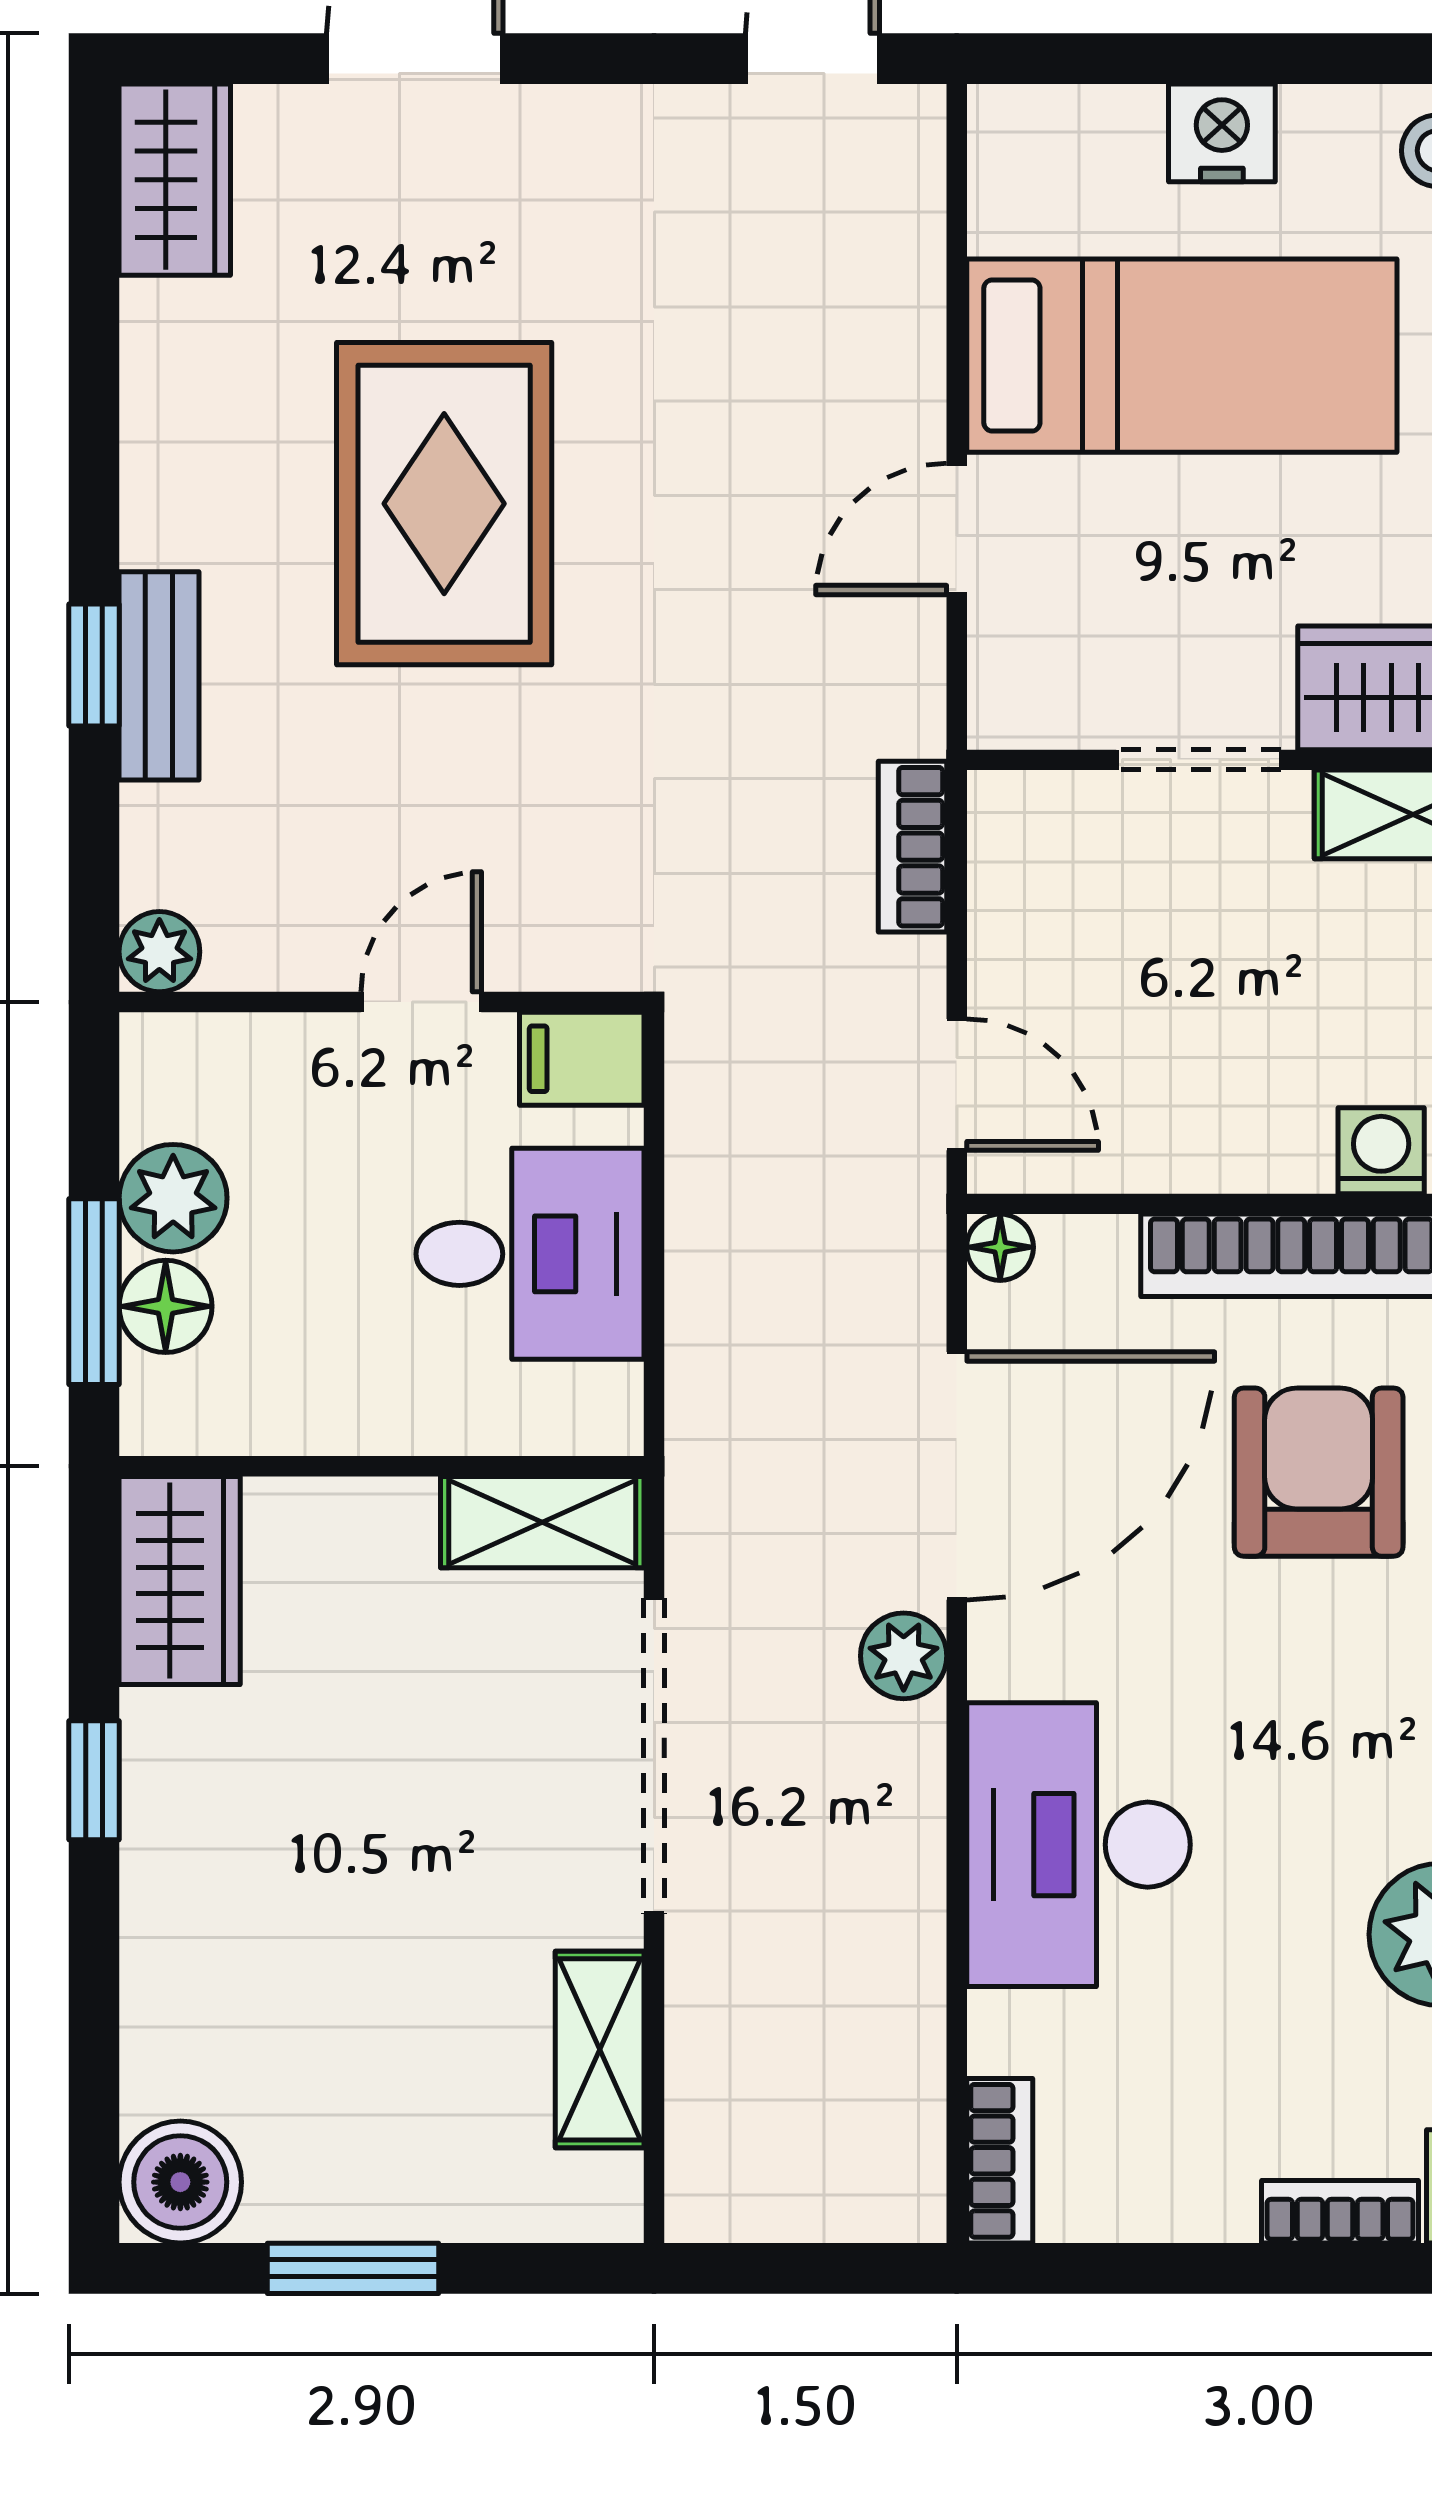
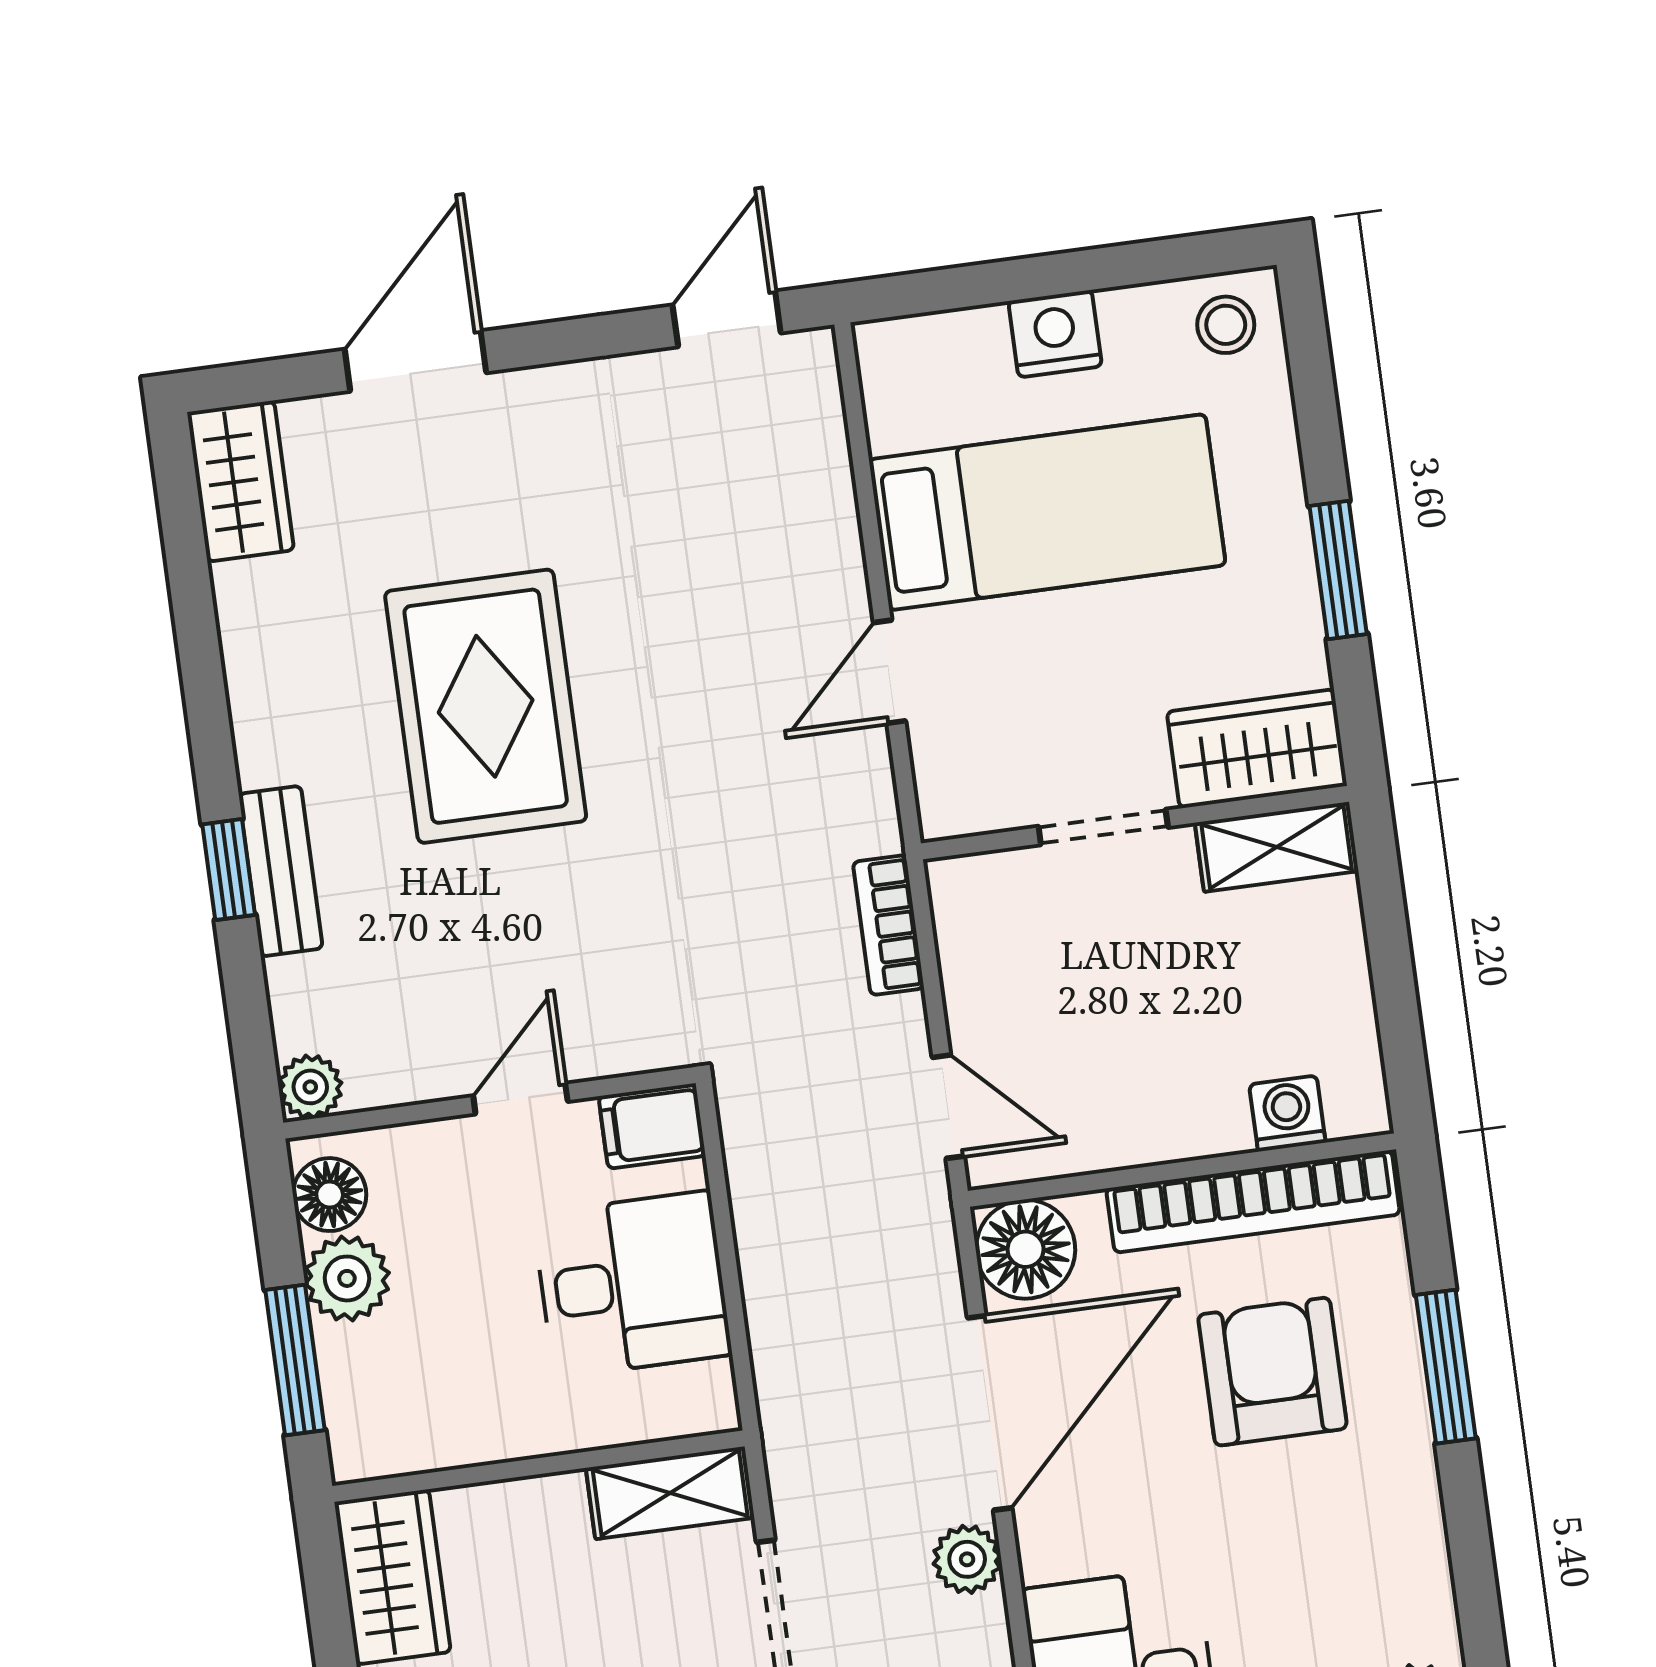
floor lamp: (1000, 1247) -> (1026, 1249), width x1.89, depth x1.89
floor lamp: (166, 1306) -> (330, 1195), moved

